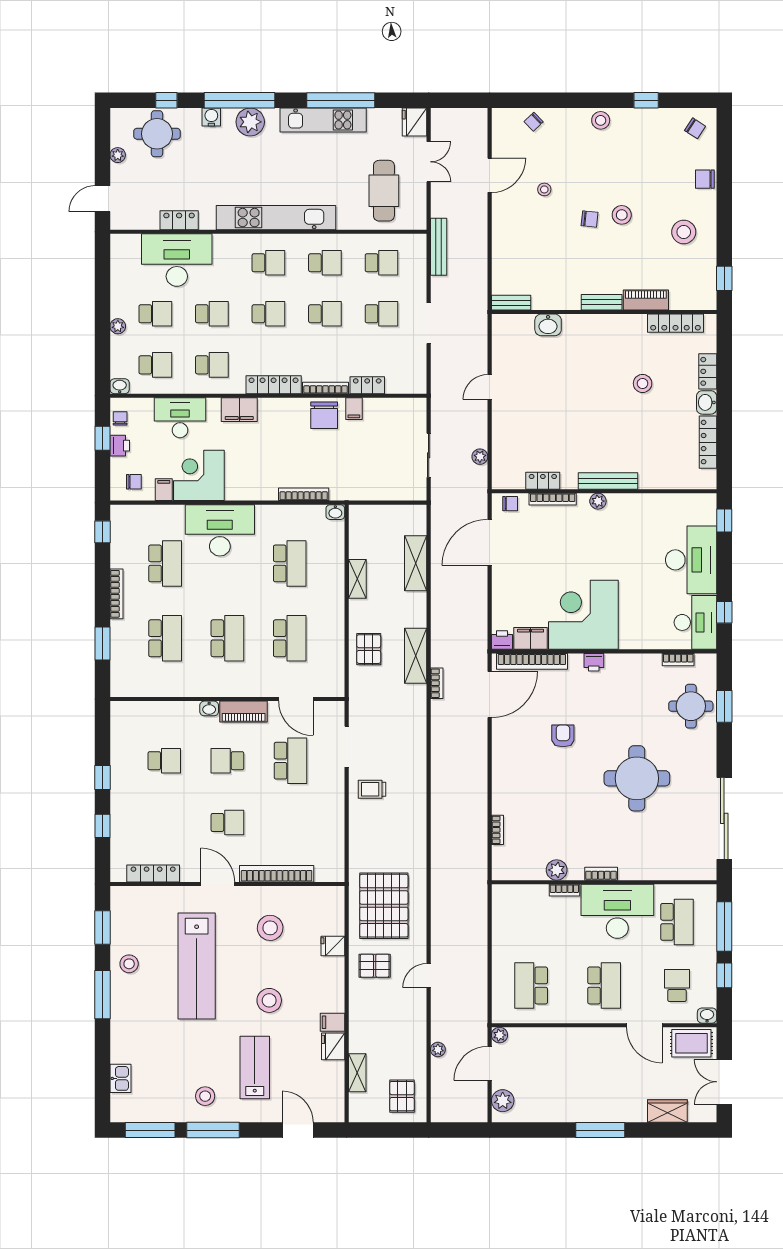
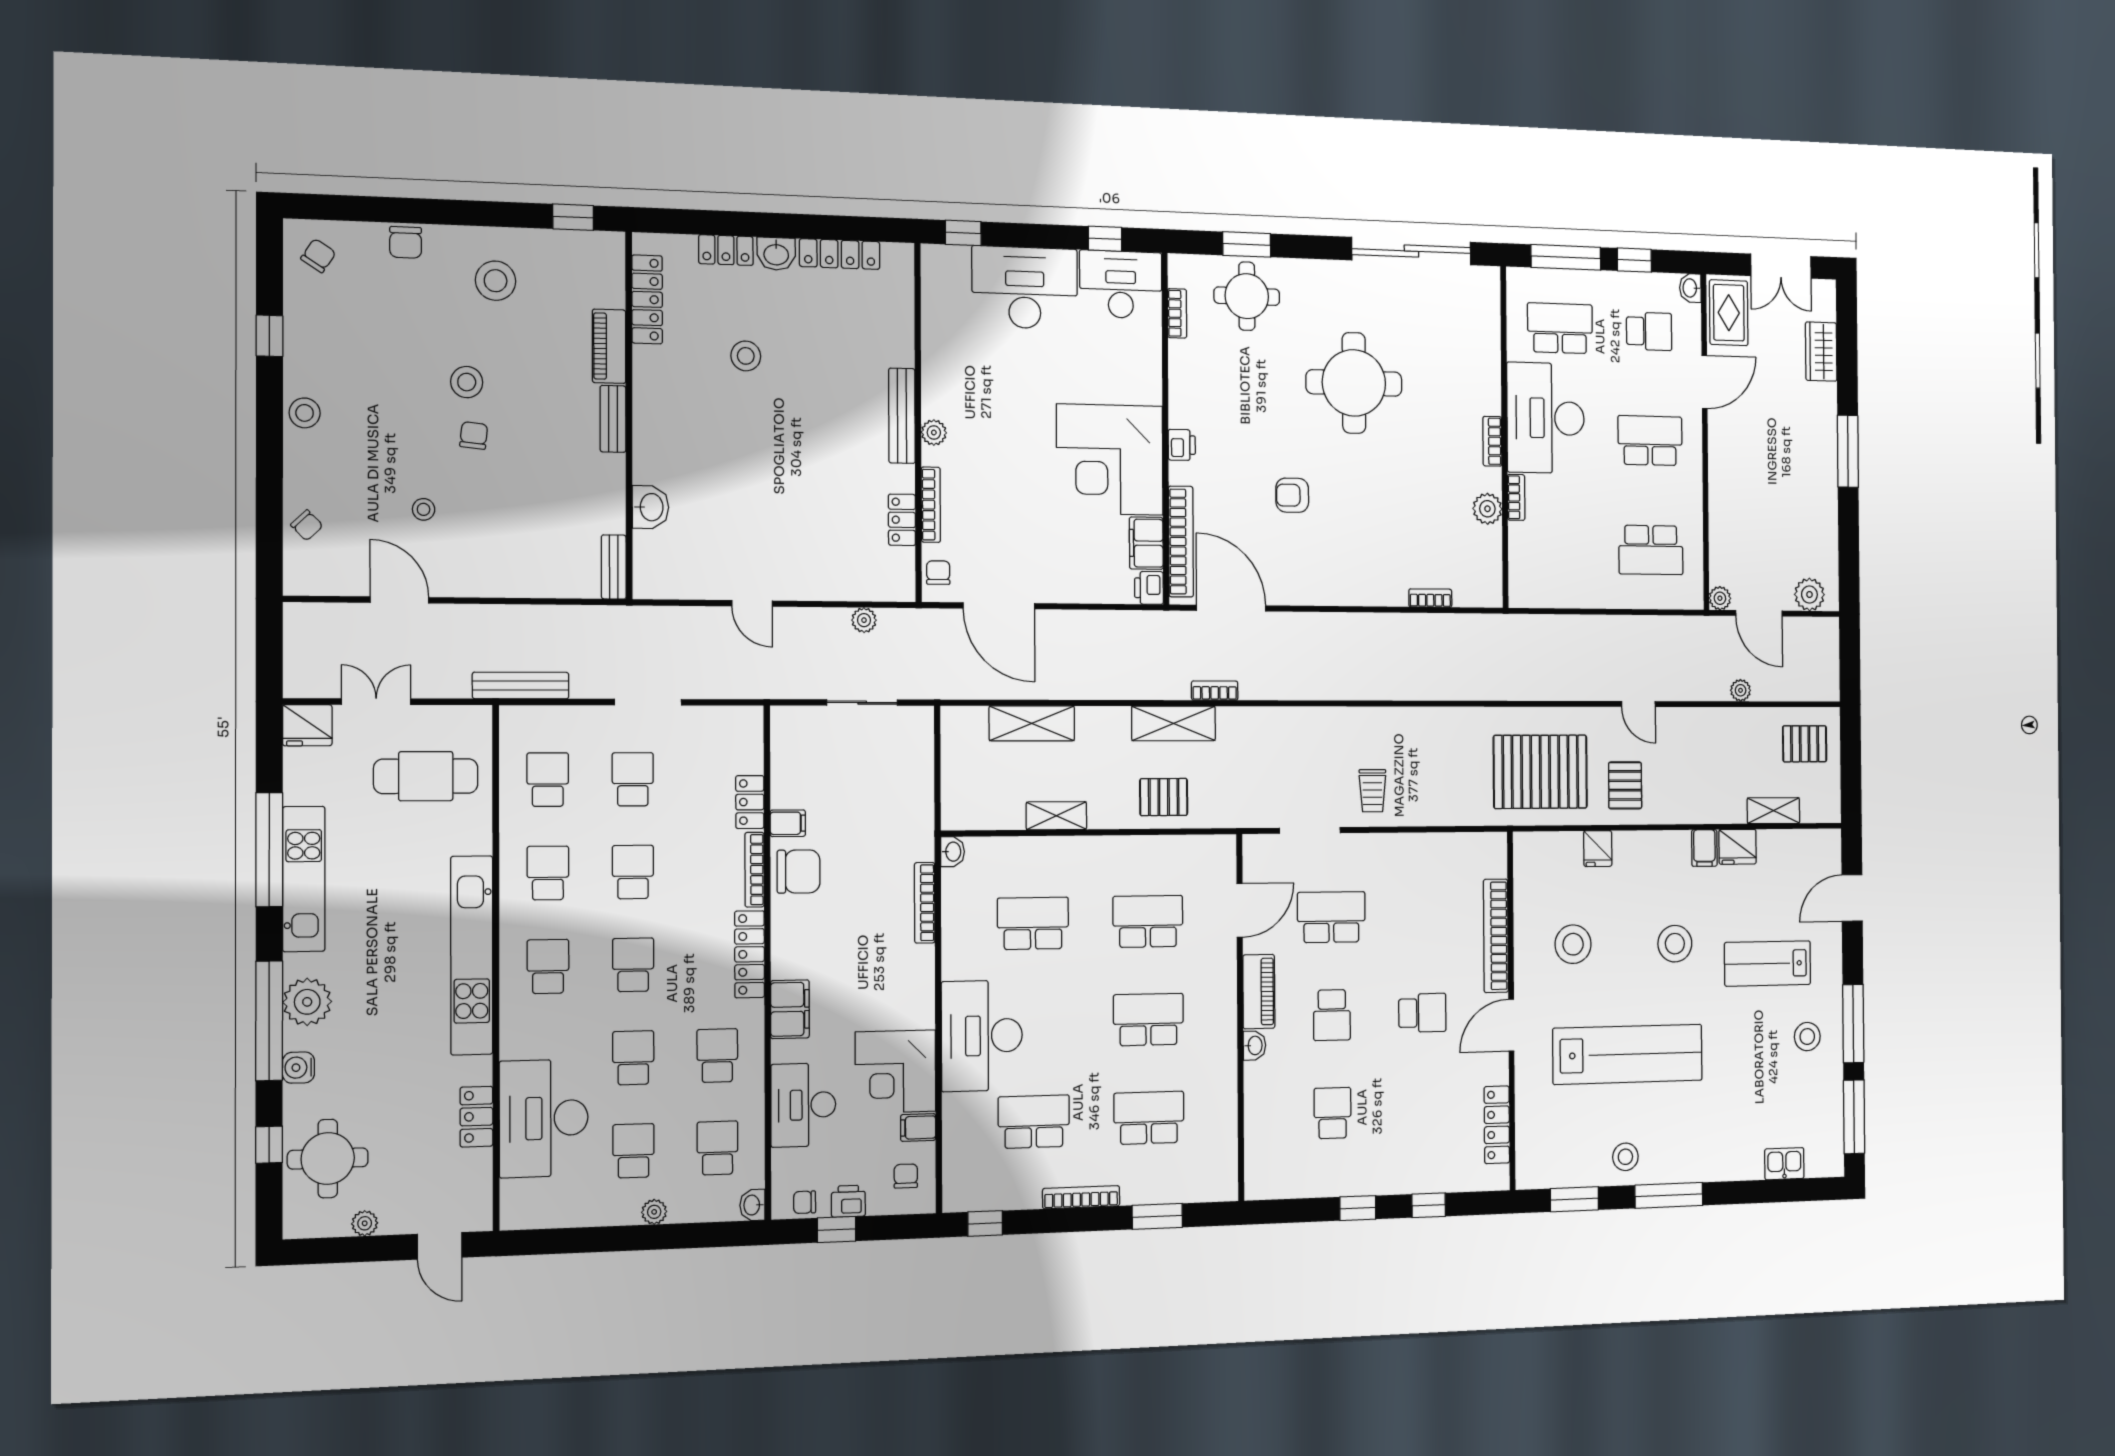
school desk: (227, 822) -> (1422, 1013), turned 90
school desk: (677, 985) -> (1649, 331), turned 180

